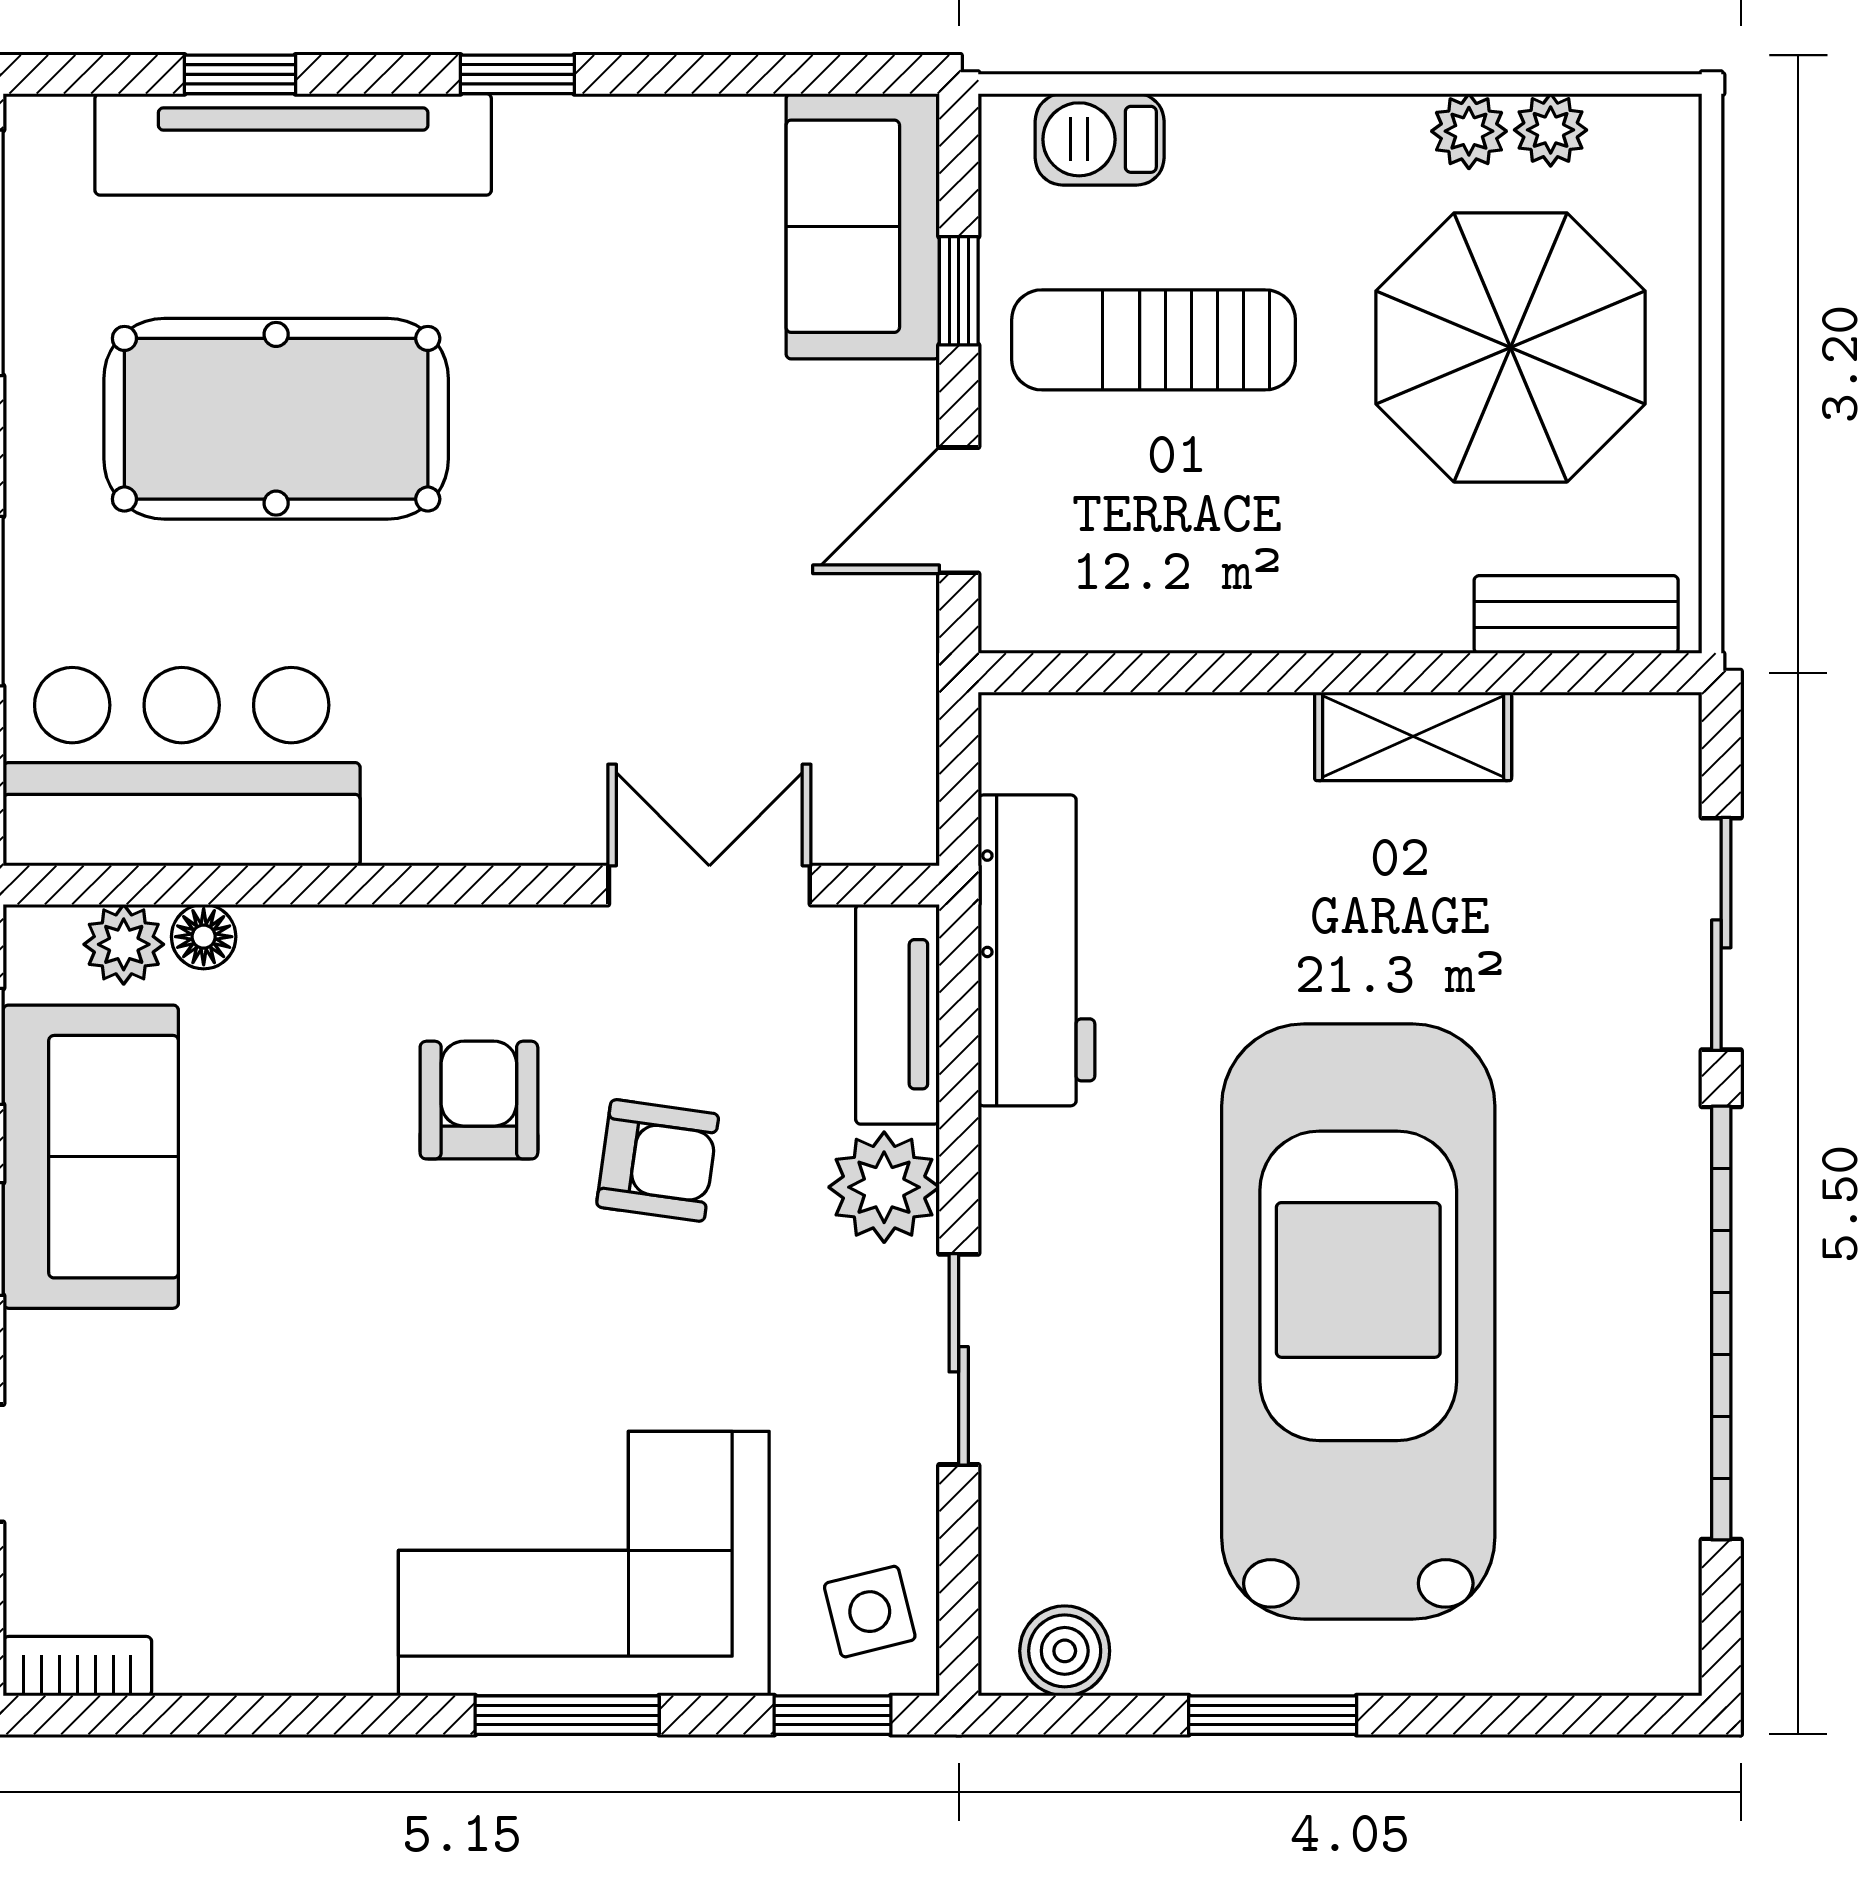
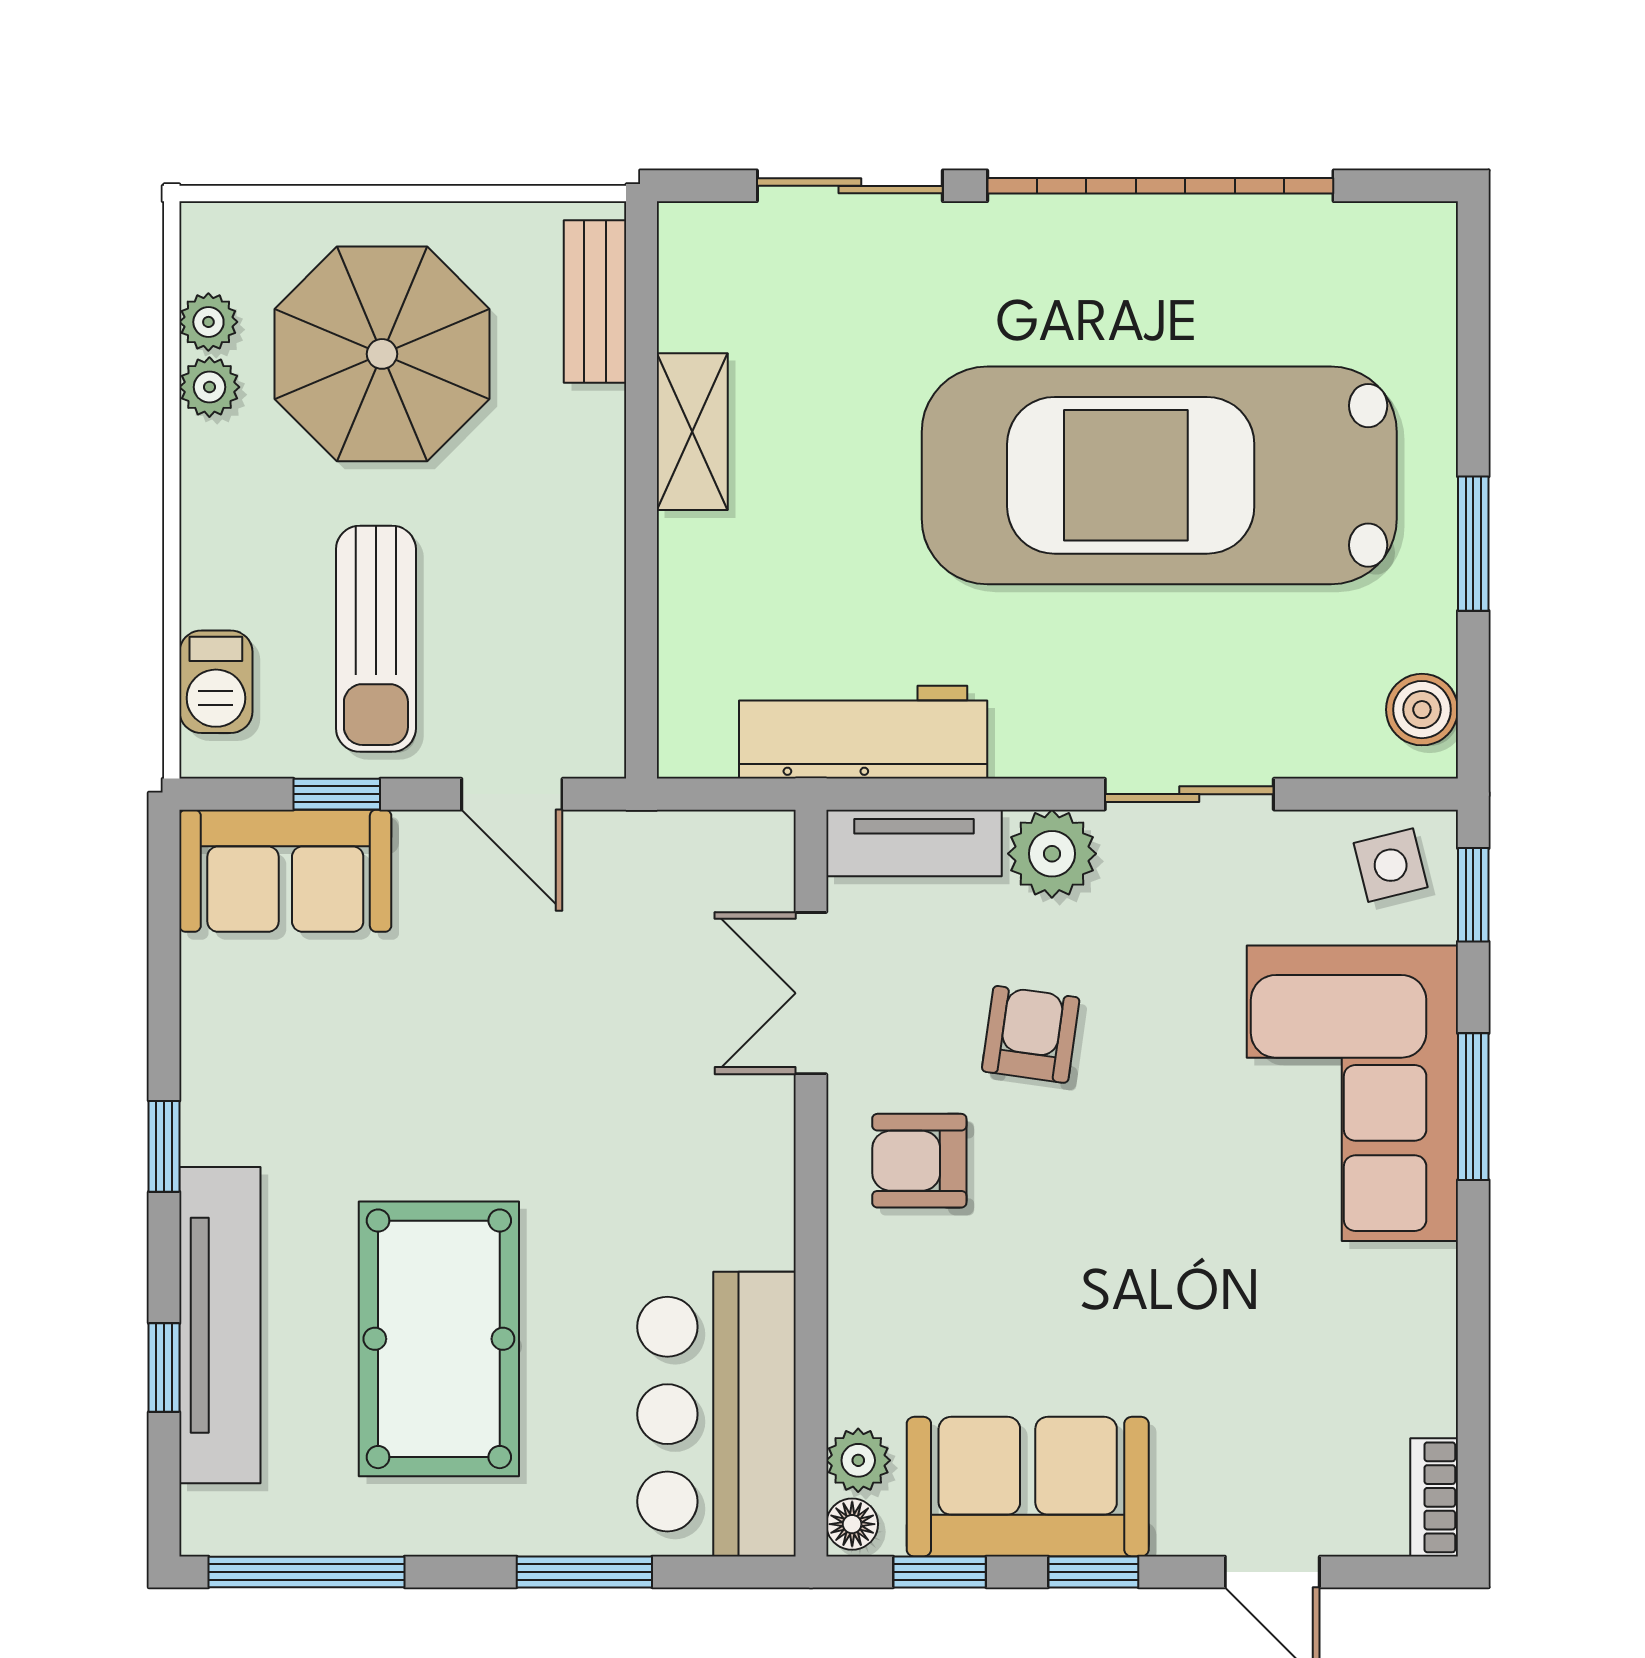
floor lamp: (204, 937) -> (852, 1524), moved
armchair: (479, 1100) -> (919, 1161), moved

